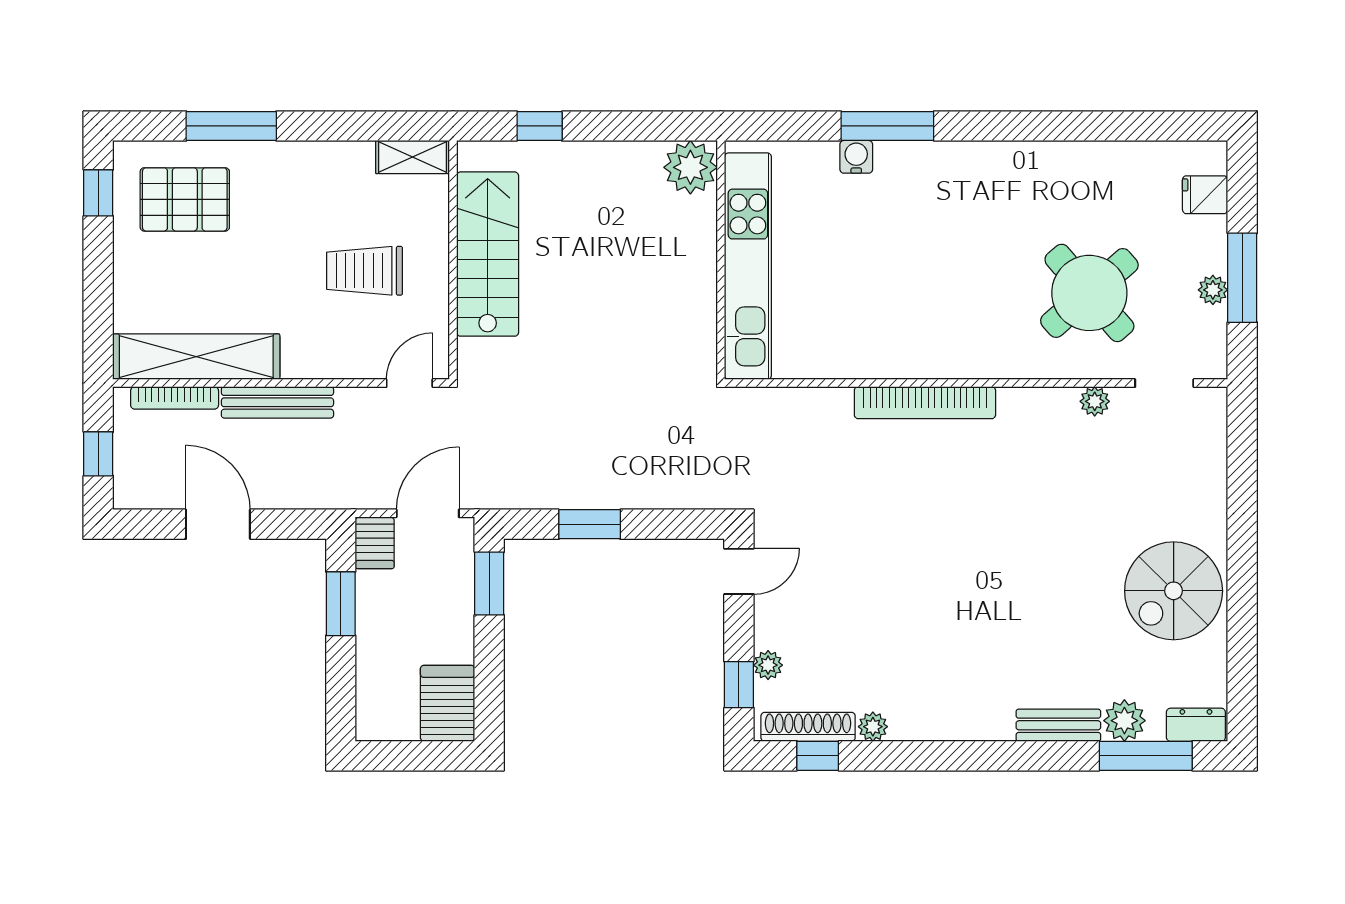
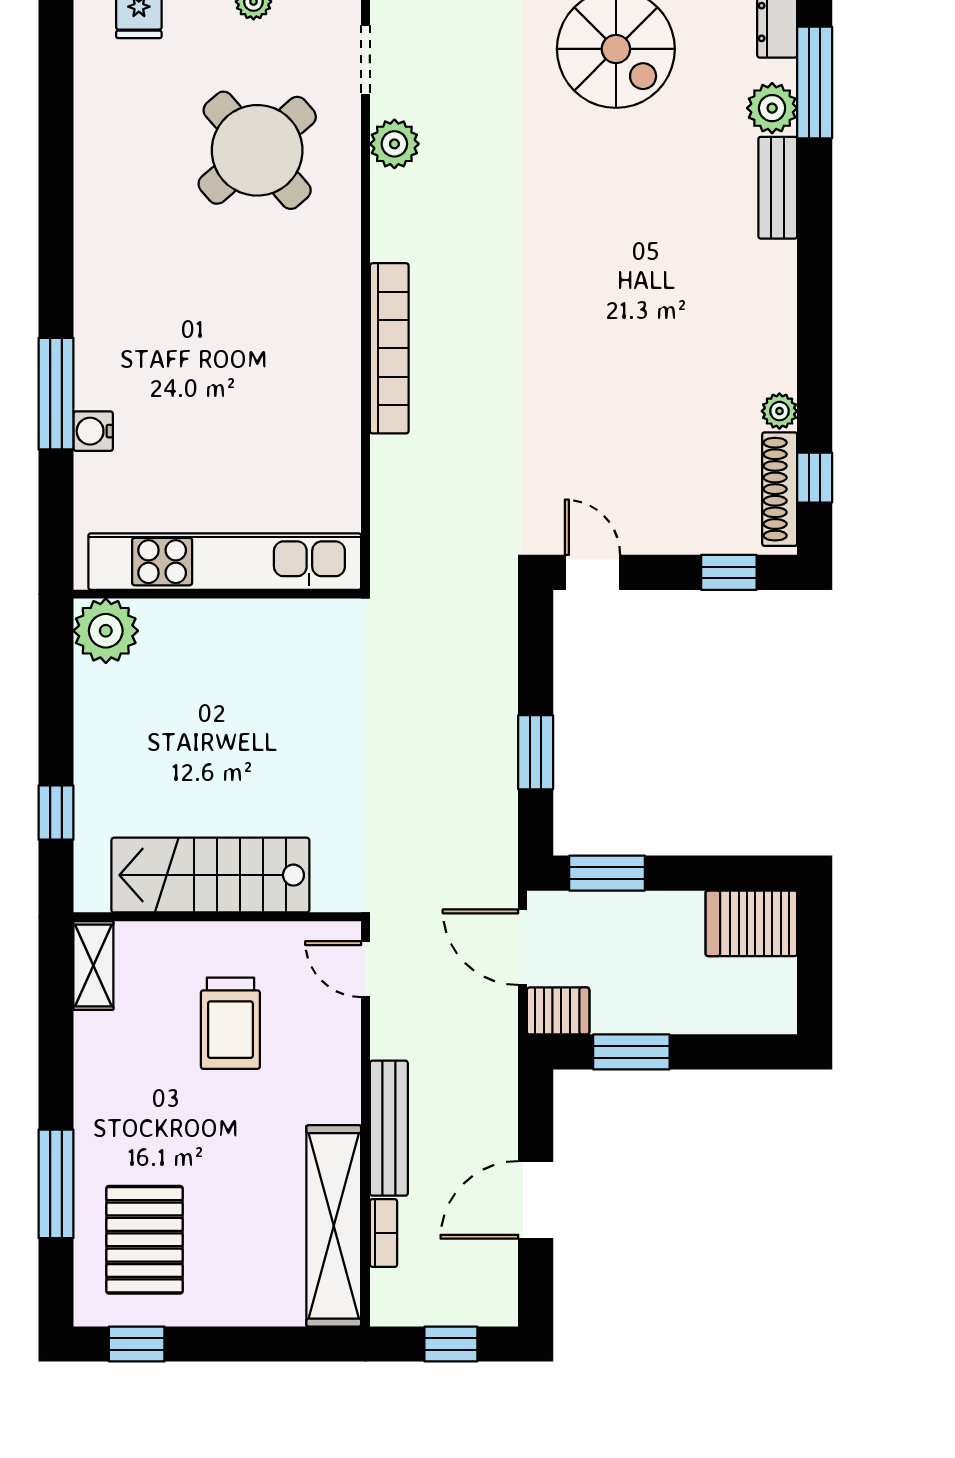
bookcase: (175, 398) -> (384, 1233), width x0.64
plant: (1095, 401) -> (394, 144), width x1.38, depth x1.38
plant: (768, 665) -> (705, 537), removed

